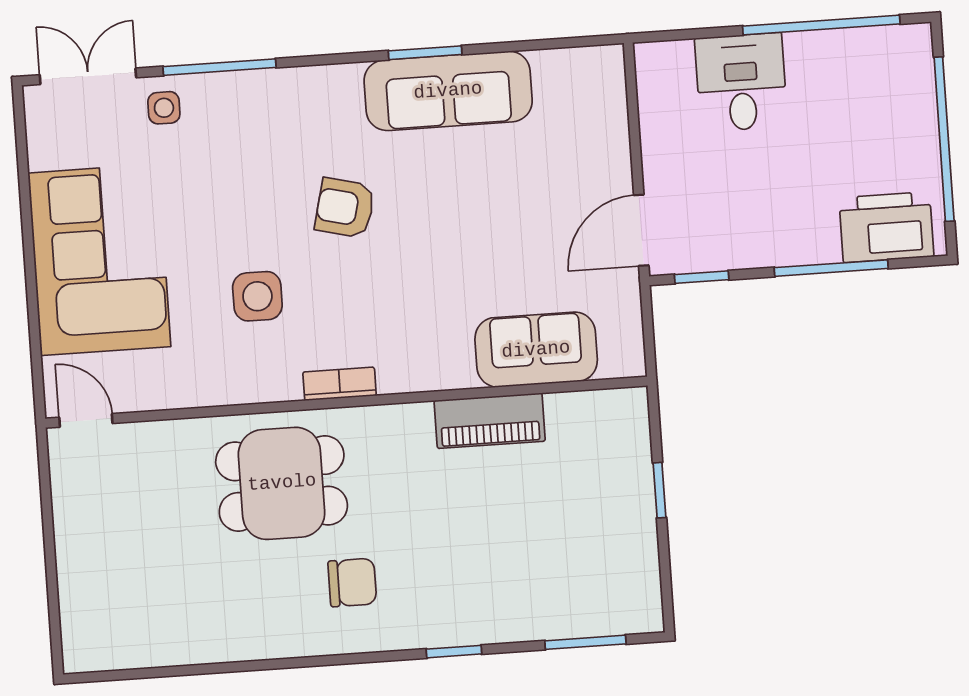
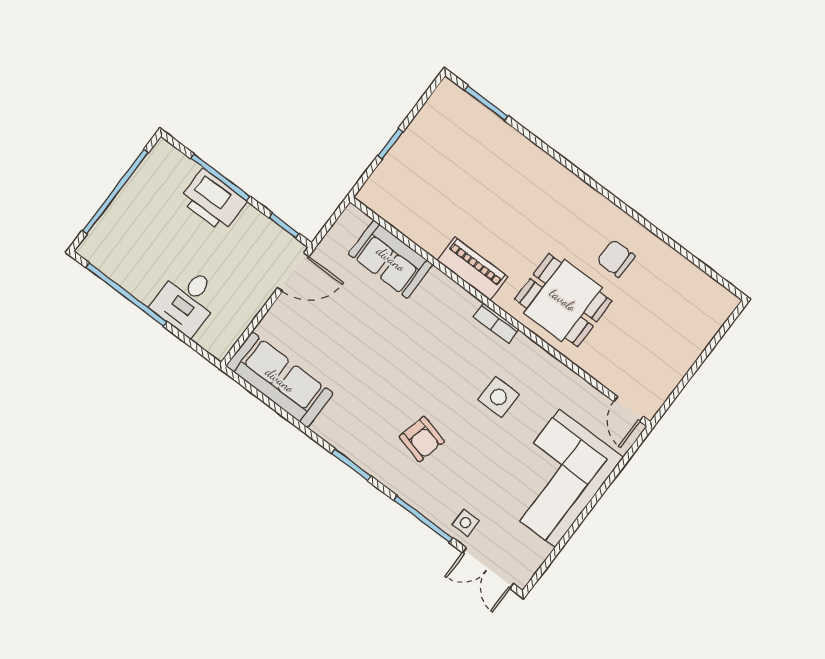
window: (425, 53) -> (351, 465), moved
sofa: (448, 91) -> (280, 380), moved
armchair: (345, 208) -> (422, 439), moved
printer: (886, 227) -> (213, 201), moved
piano: (490, 421) -> (472, 269), moved
chair: (352, 582) -> (616, 259), moved
window: (454, 652) -> (551, 152), removed

